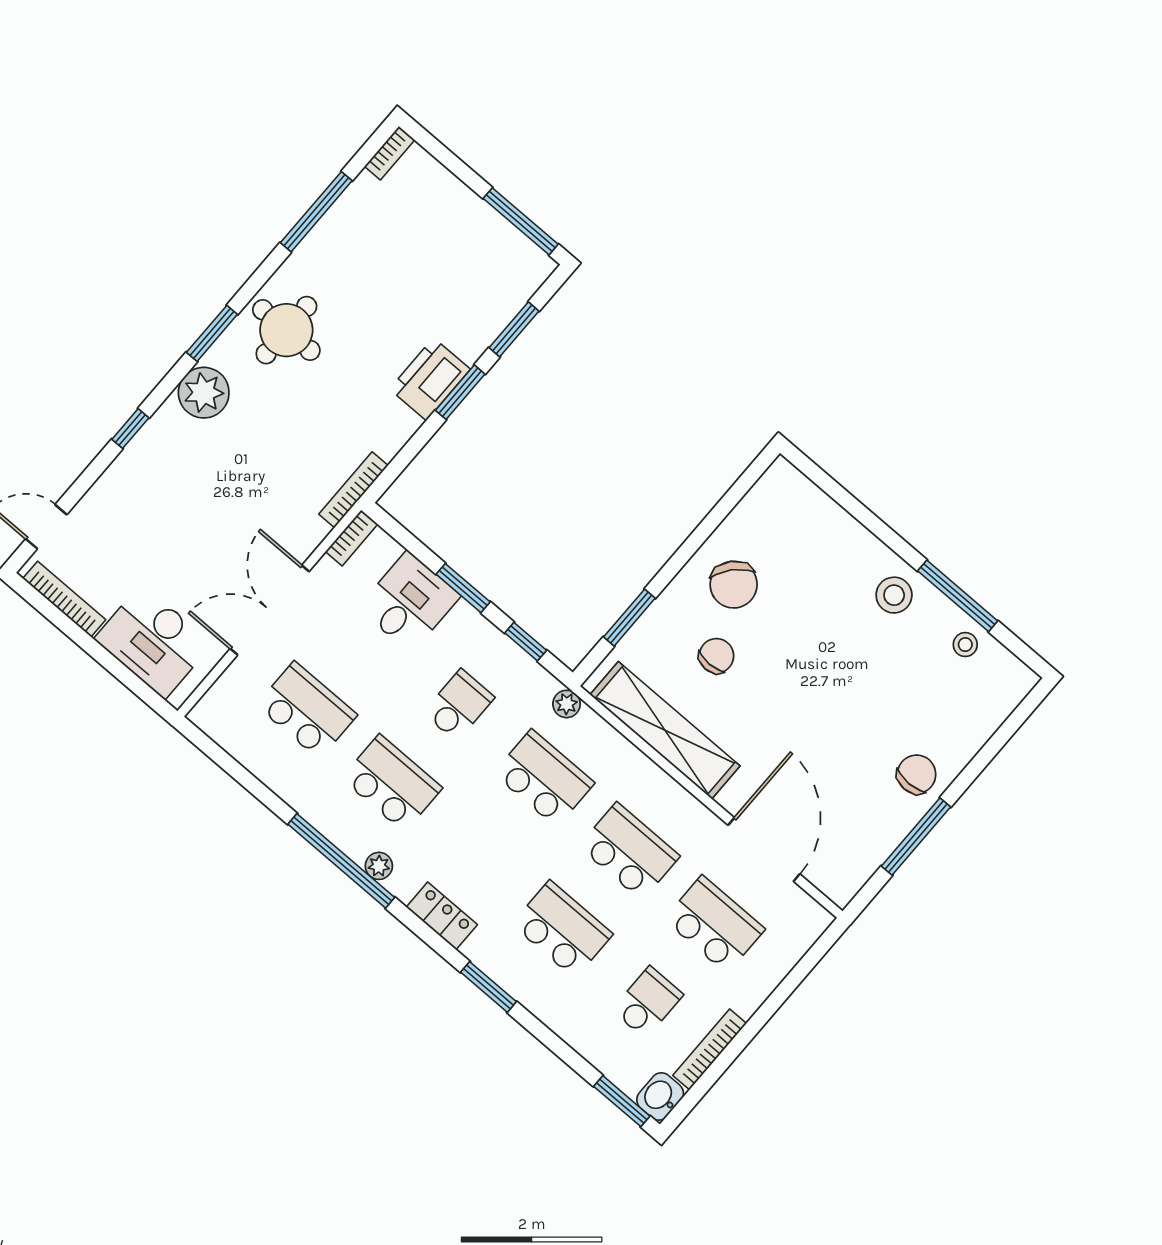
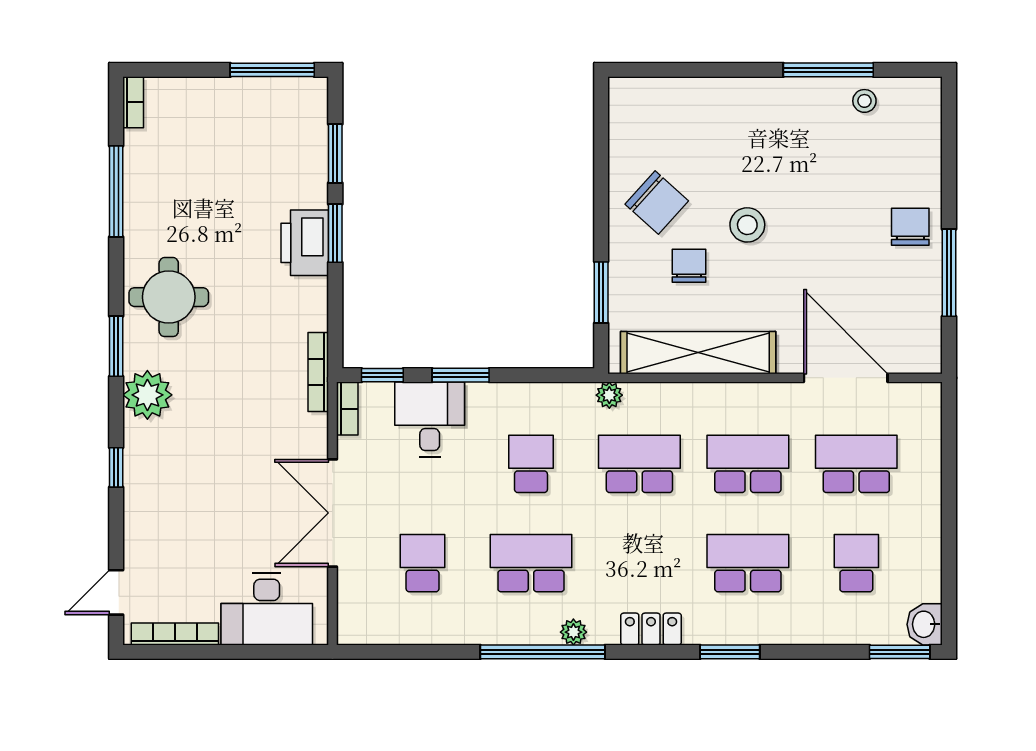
stool: (894, 595) -> (747, 225), moved
window: (526, 642) -> (382, 375), moved
school desk: (307, 710) -> (423, 563), width x0.54
bookcase: (710, 1049) -> (931, 559), removed

